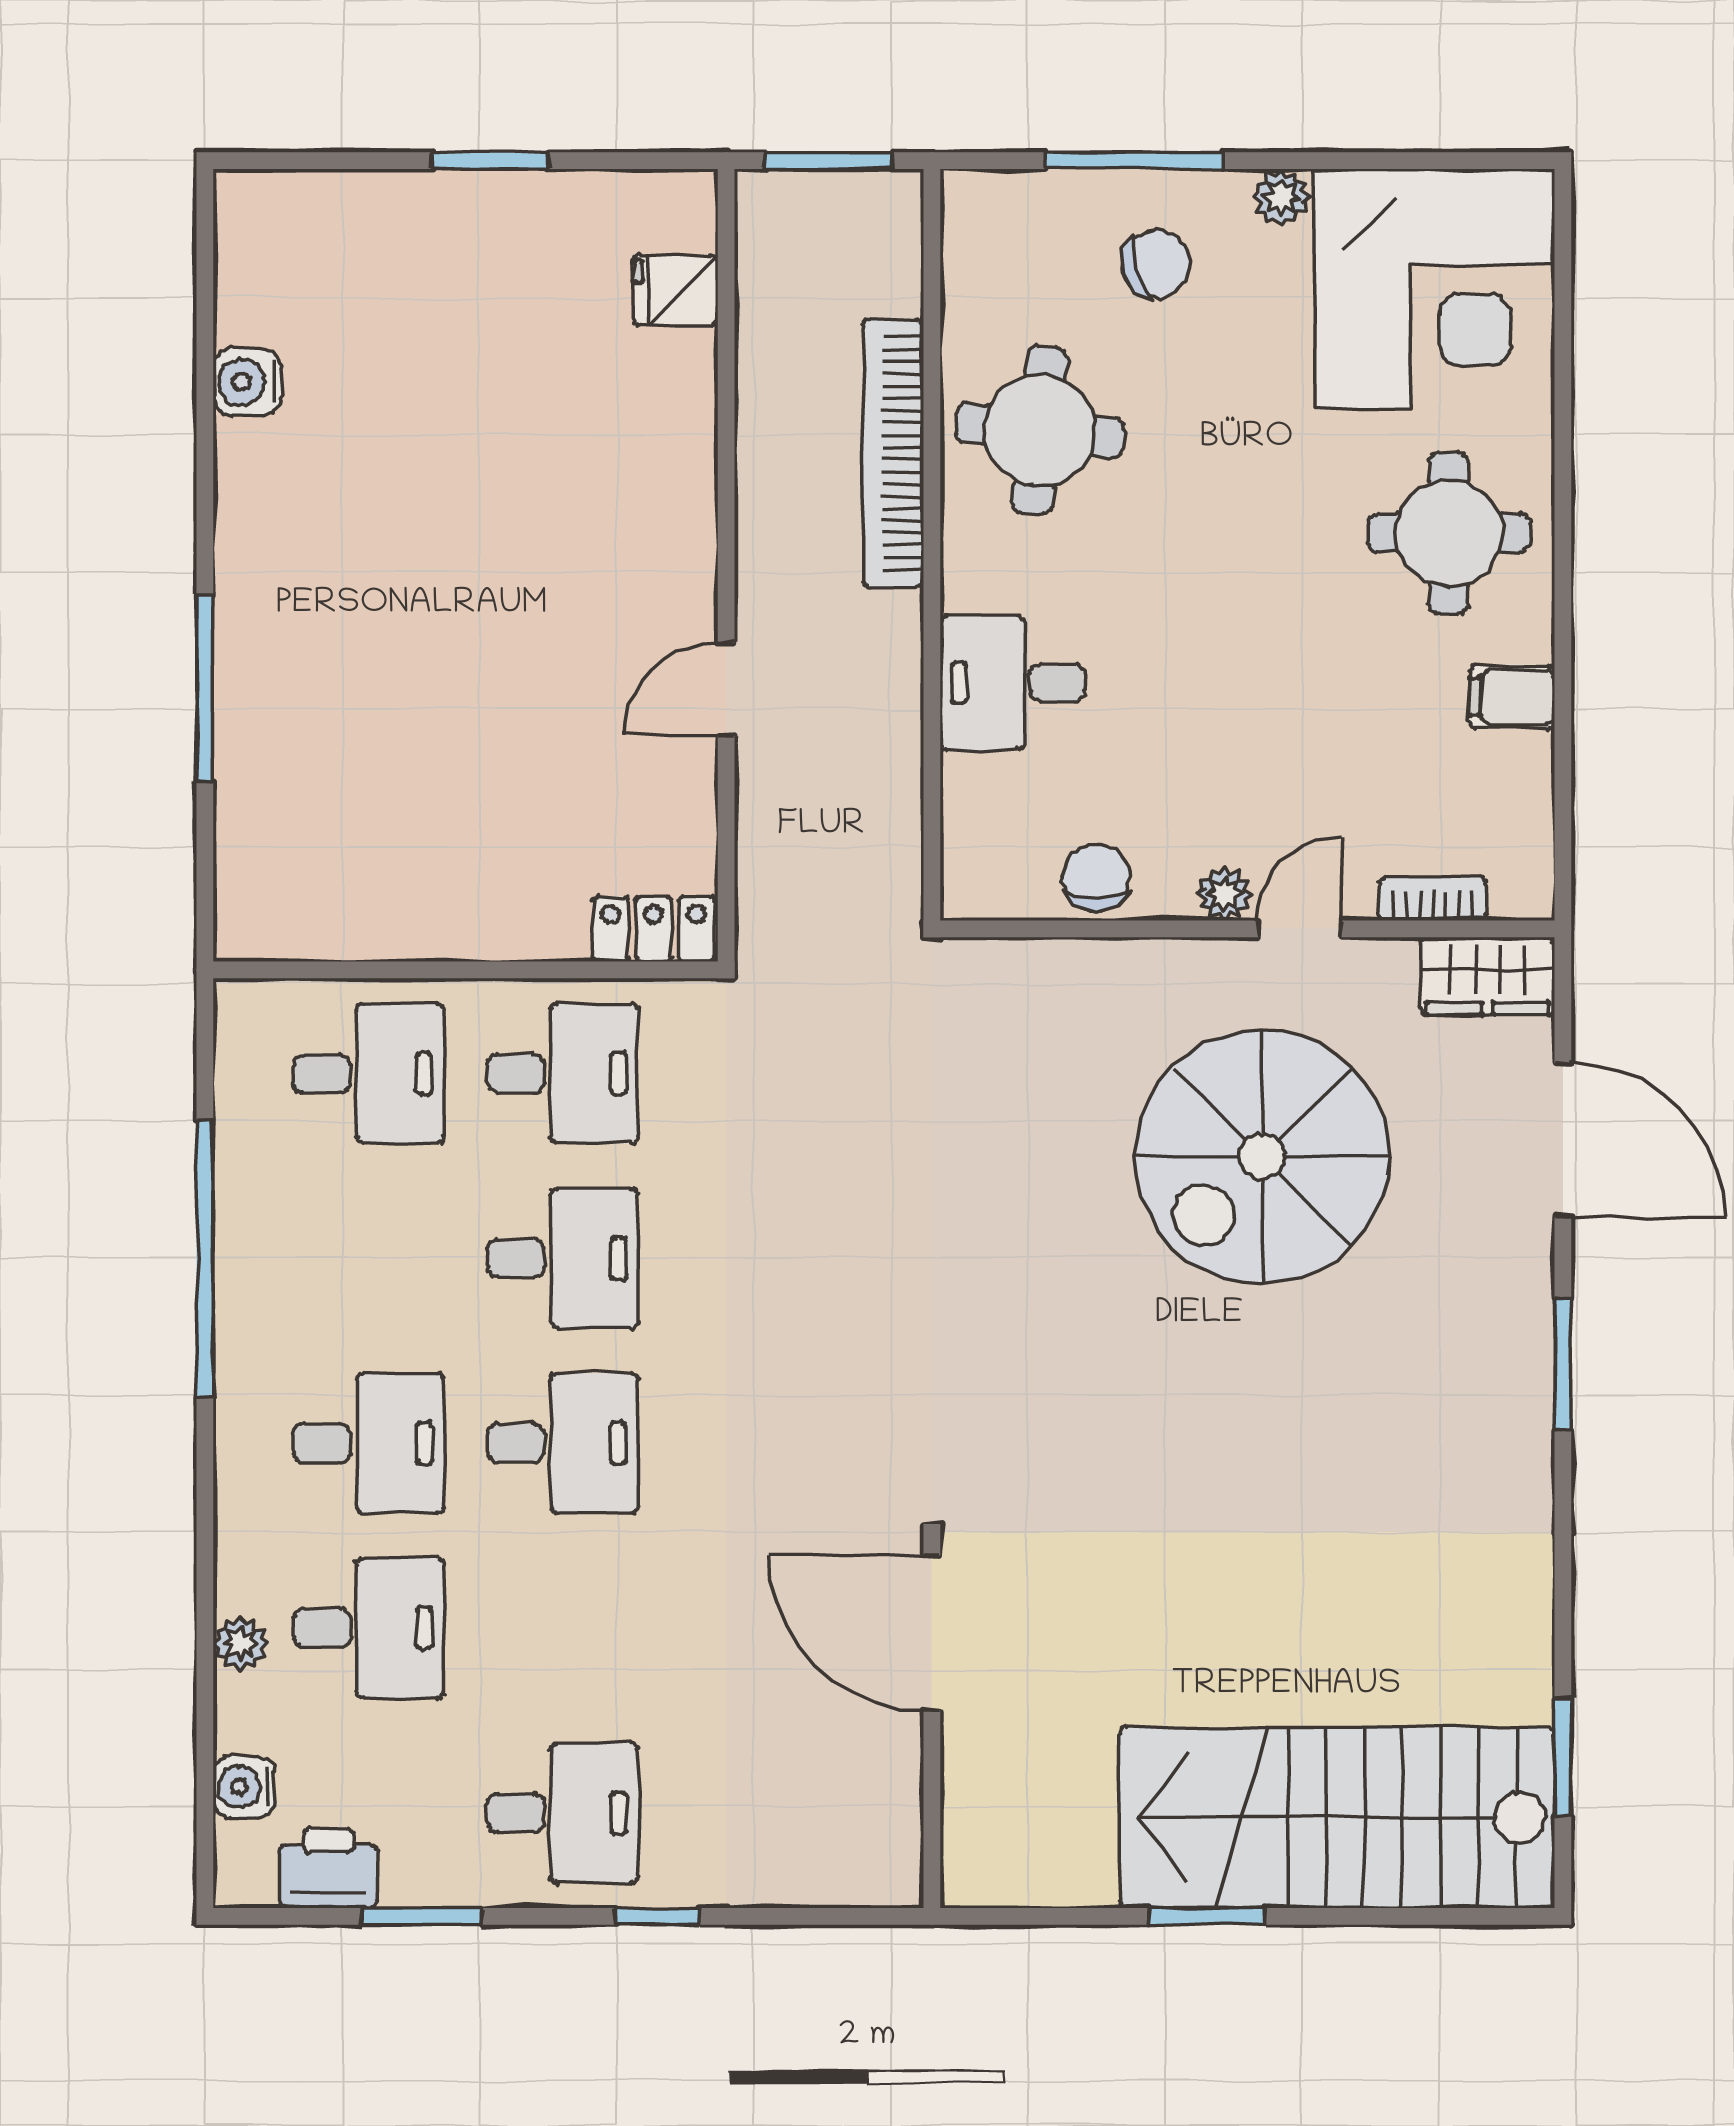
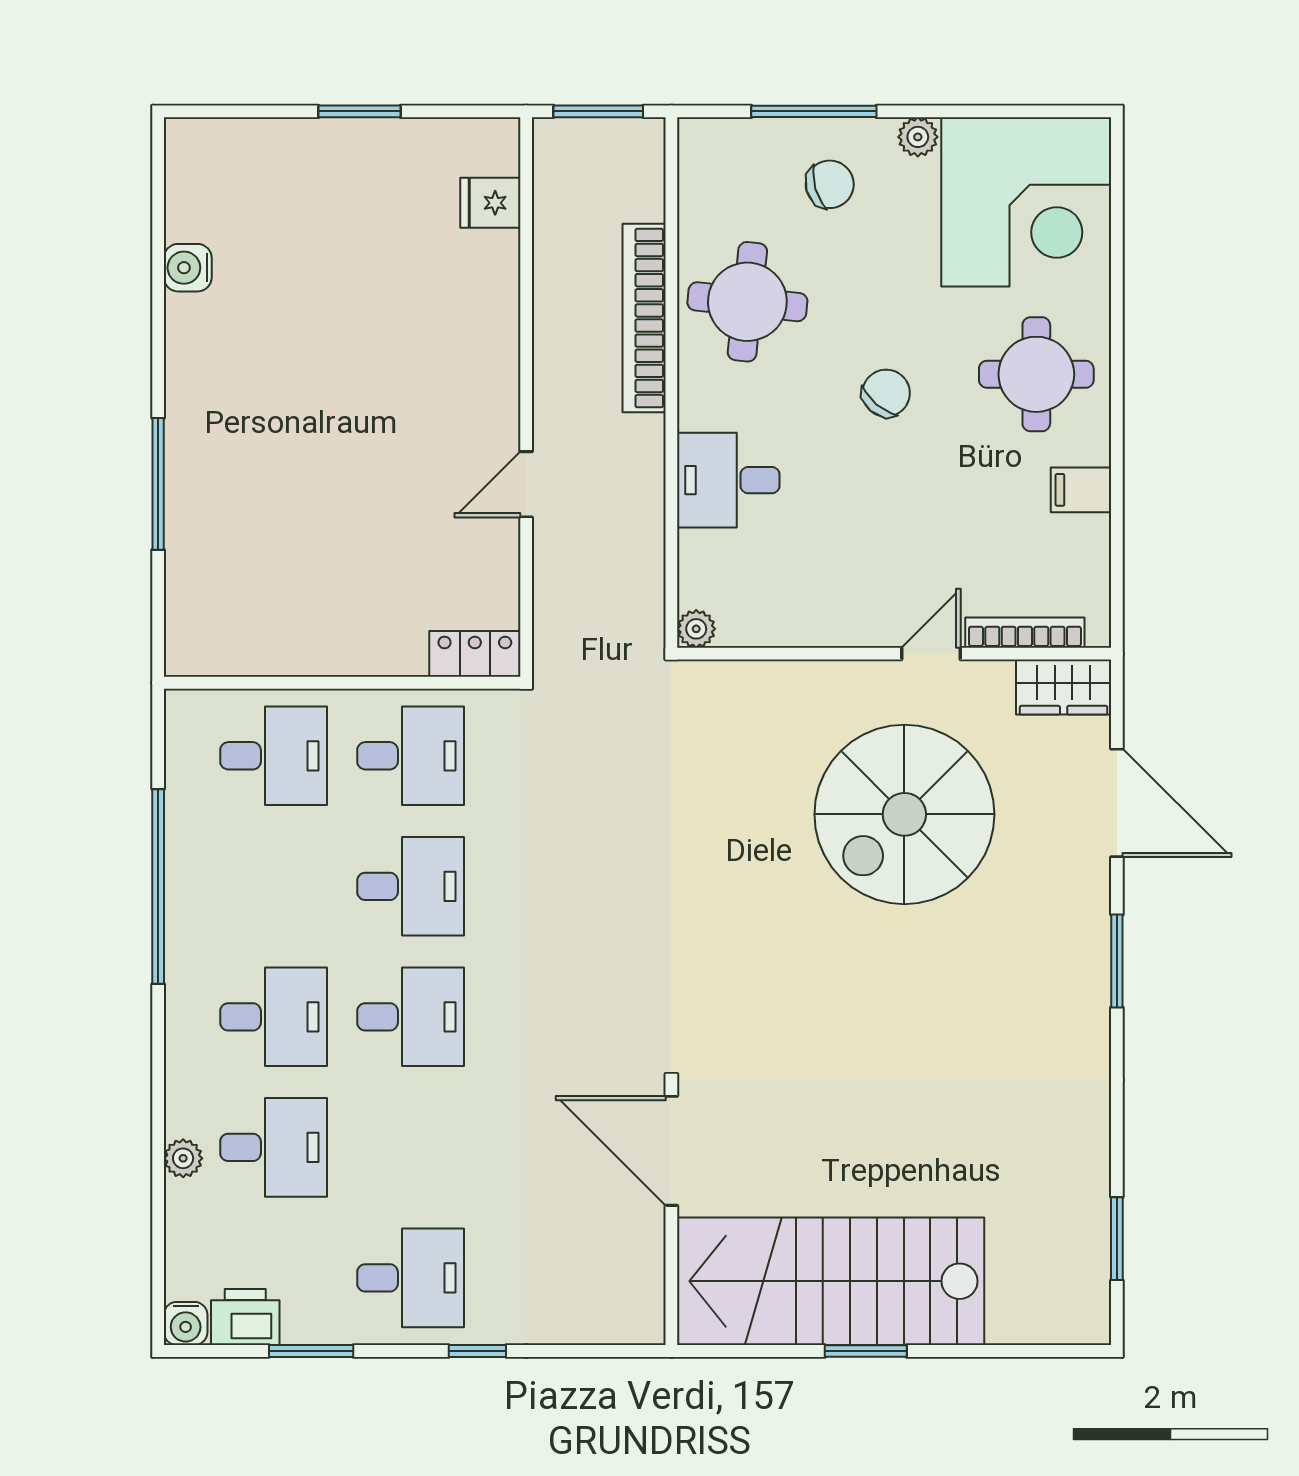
chair: (1096, 878) -> (886, 393), moved, turned 40
plant: (1224, 894) -> (696, 629), moved
bookcase: (1433, 899) -> (1025, 633), width x1.56
water cooler: (244, 1787) -> (186, 1323), moved, turned -90
stairs: (1337, 1818) -> (831, 1281), moved

